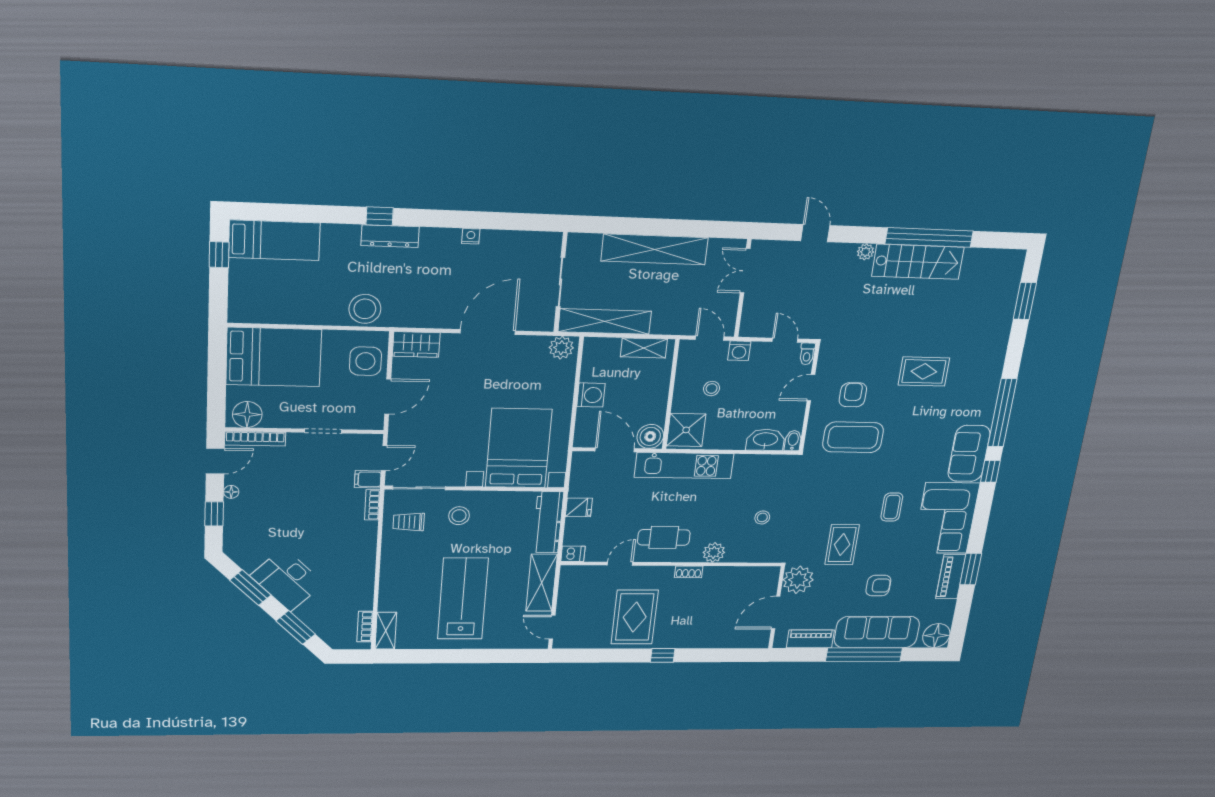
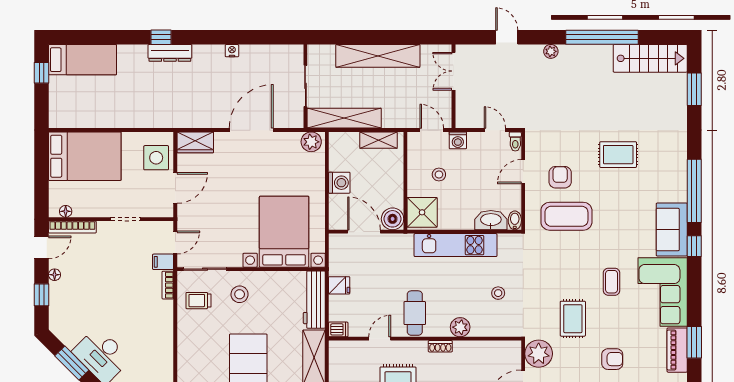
stairs: (918, 262) -> (650, 58), moved
stool: (365, 309) -> (154, 113), removed
floor lamp: (247, 414) -> (66, 211), width x0.53, depth x0.53
kitchen unit: (684, 466) -> (456, 245), moved
cafe table: (664, 537) -> (415, 313), turned 90

